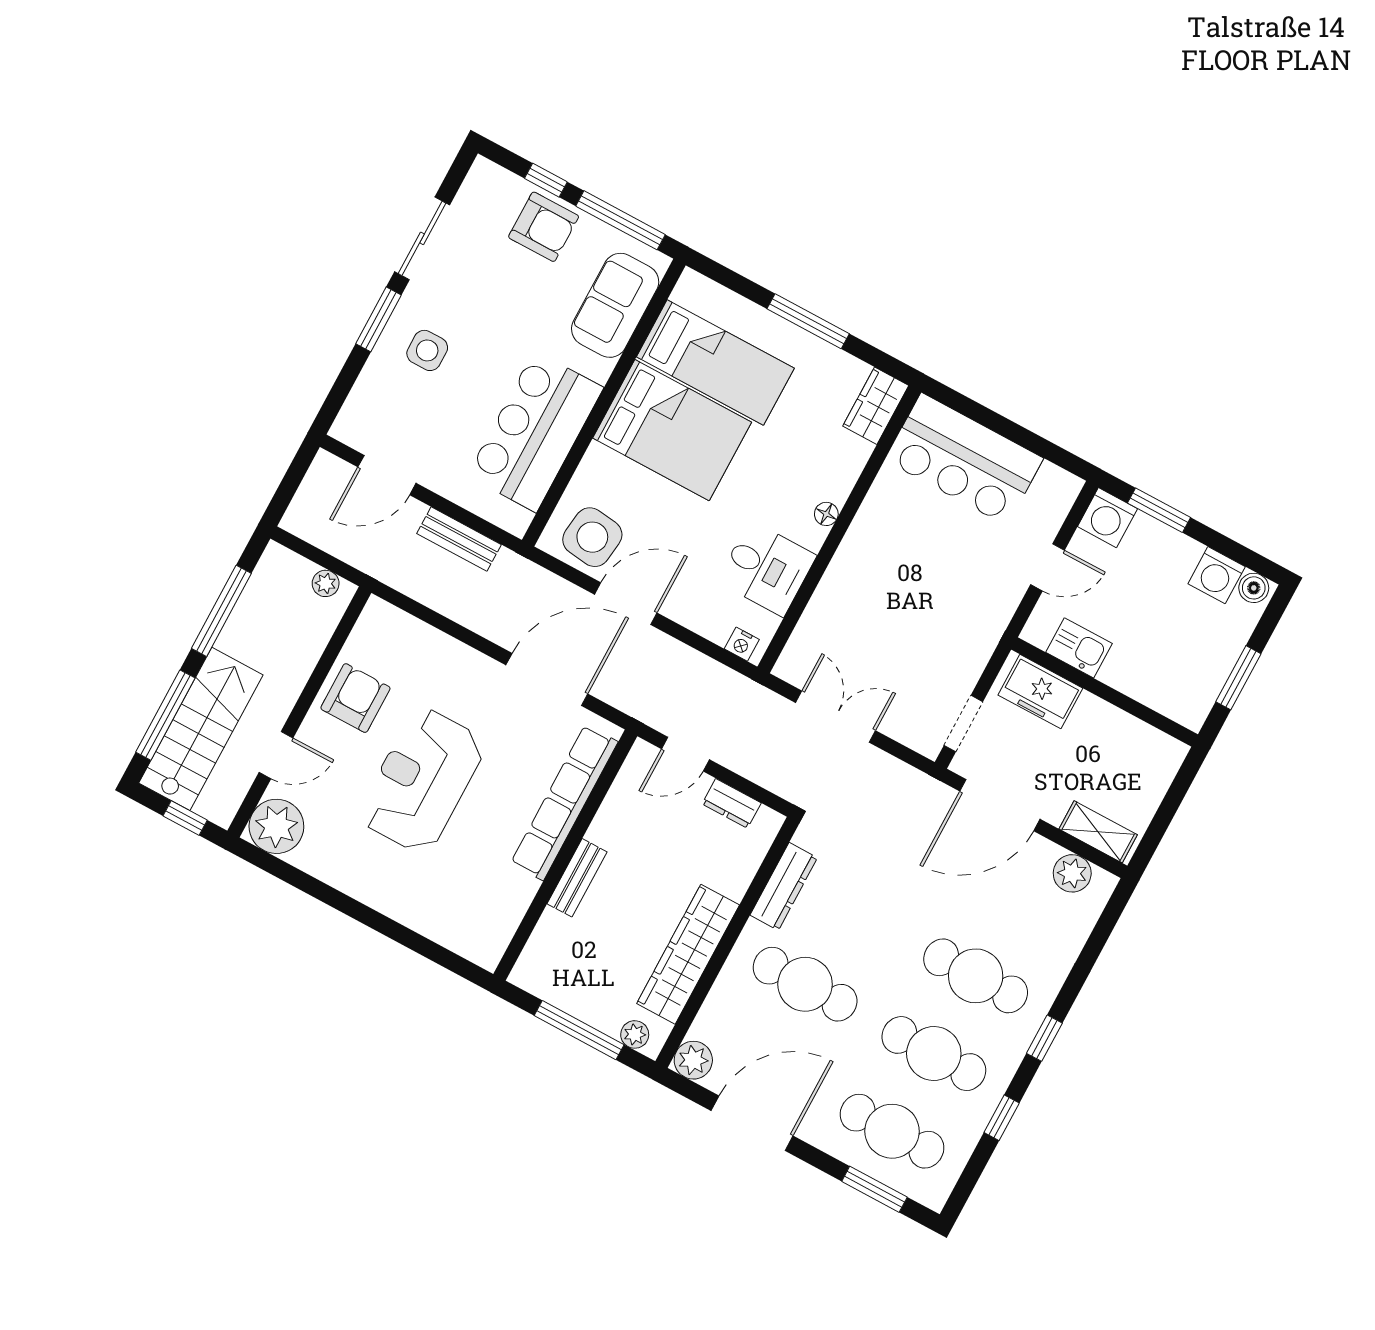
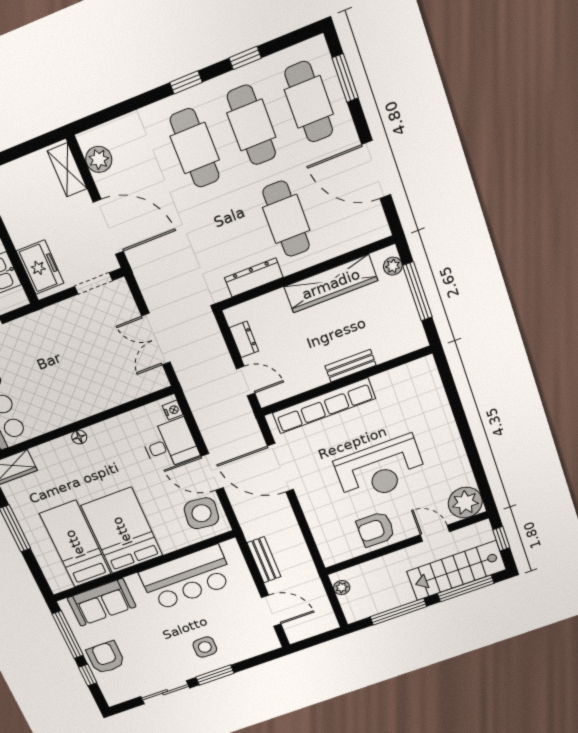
desk: (767, 568) -> (170, 444), moved, turned 90
plant: (693, 1060) -> (376, 228), removed

